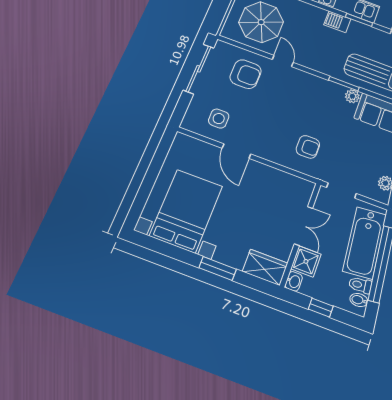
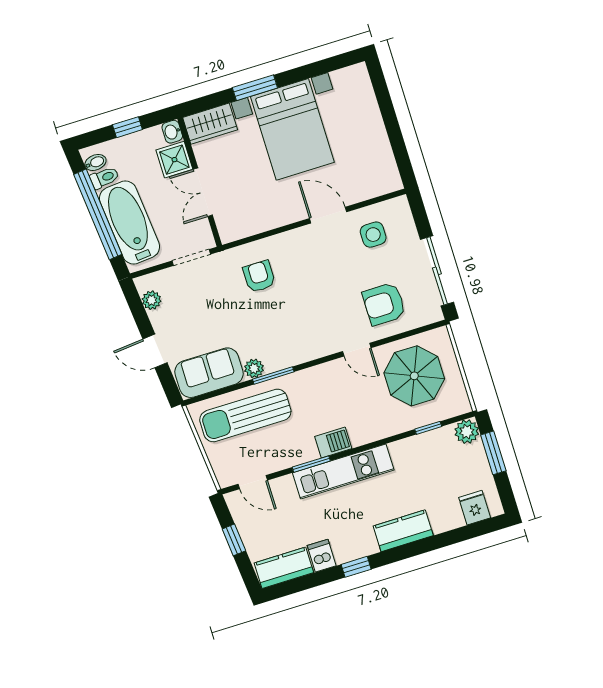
armchair: (308, 147) -> (259, 276), turned 90
bed with nightstands: (186, 211) -> (292, 129), moved

